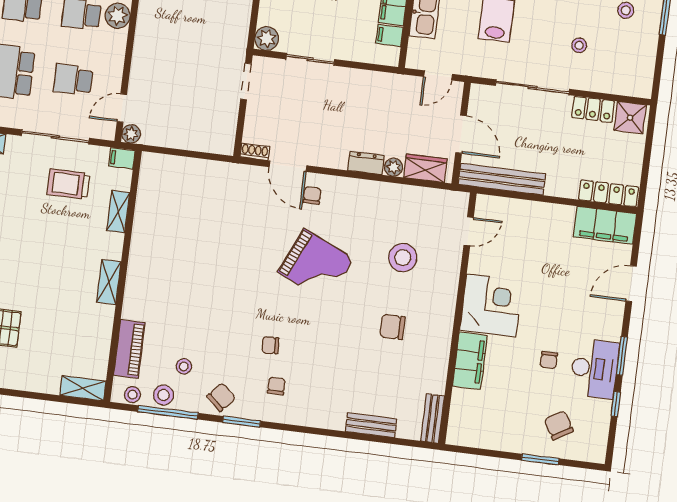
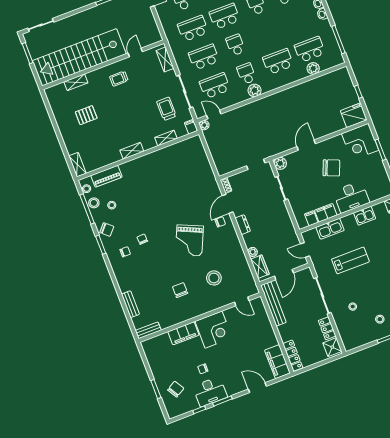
school desk: (73, 80) -> (215, 86), width x1.85
dresser: (366, 163) -> (243, 225), moved

